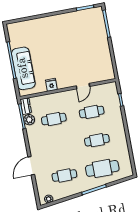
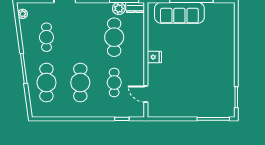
fridge: (51, 85) -> (154, 57), moved
door: (83, 86) -> (146, 94), moved
cafe table: (54, 119) -> (114, 37), width x1.37, depth x1.35
cafe table: (97, 140) -> (80, 83), width x1.37, depth x1.35

